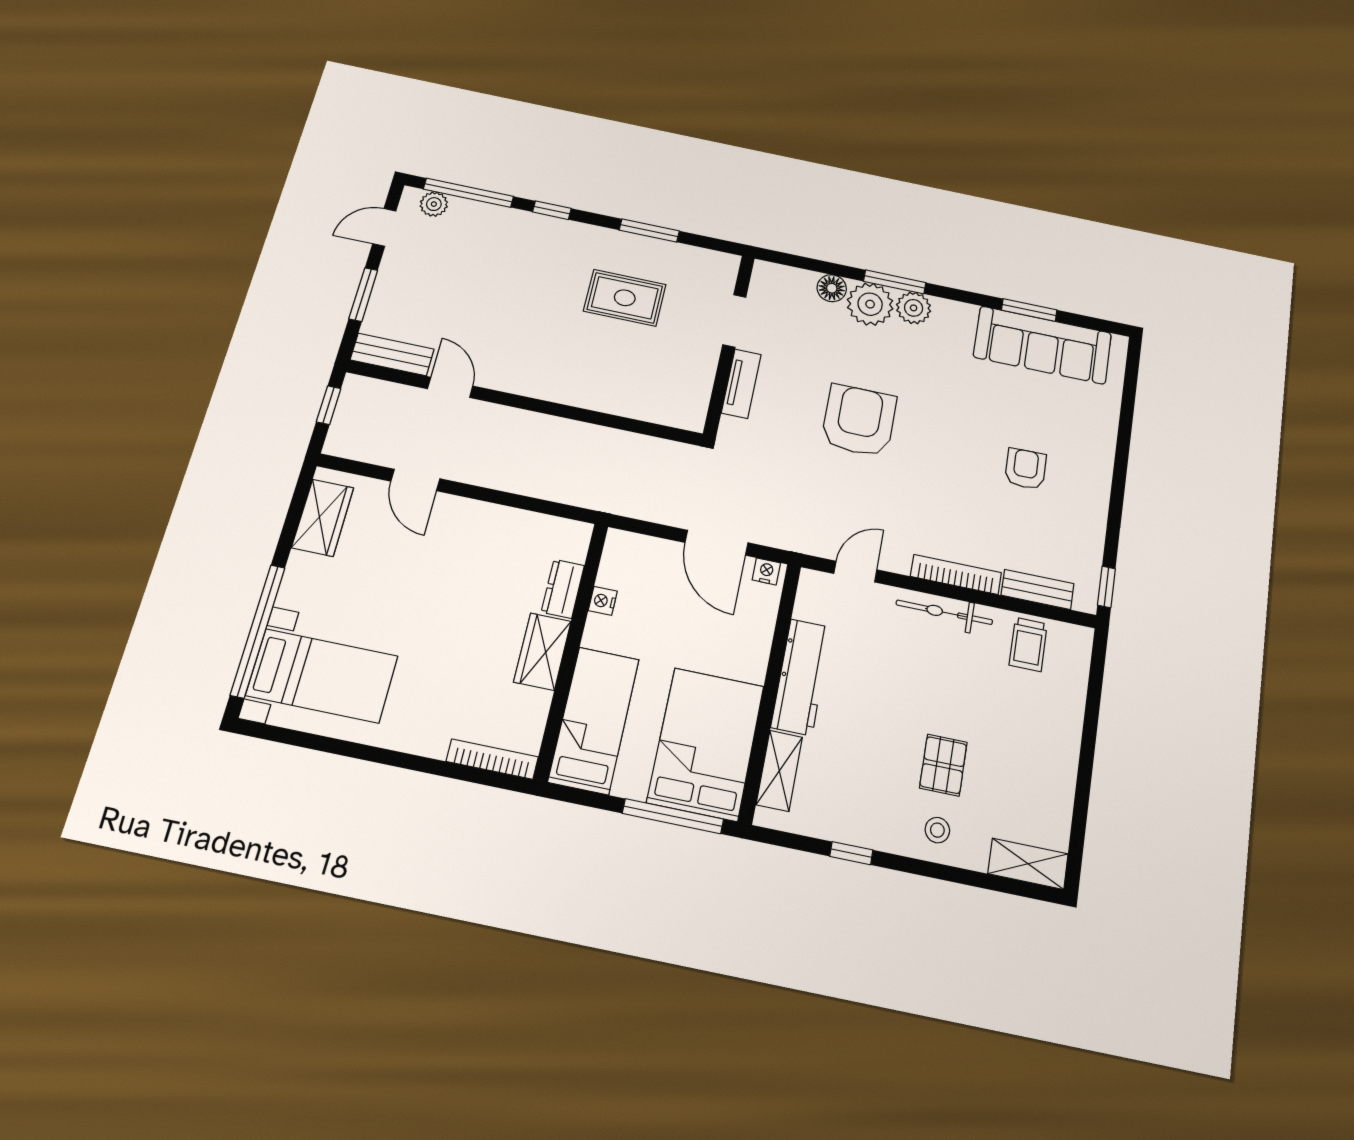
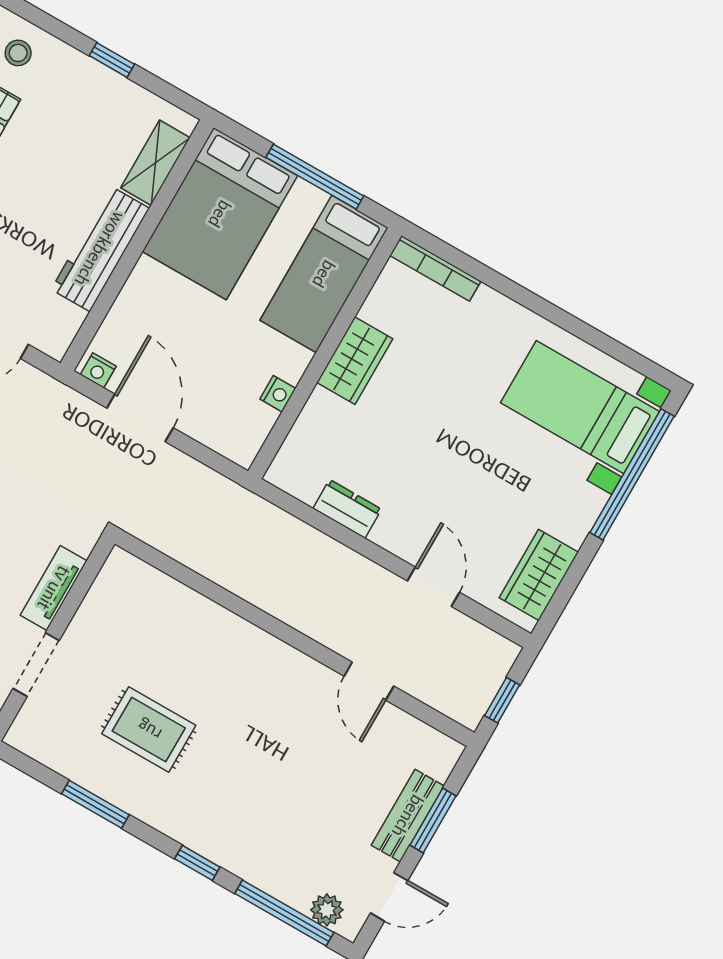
bench: (392, 355) -> (408, 816), moved, turned 90
dresser: (563, 589) -> (347, 509), moved, turned -90
window: (673, 816) -> (315, 177), moved

